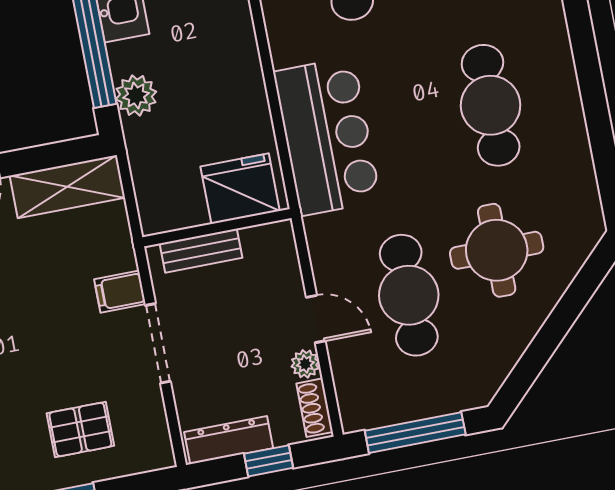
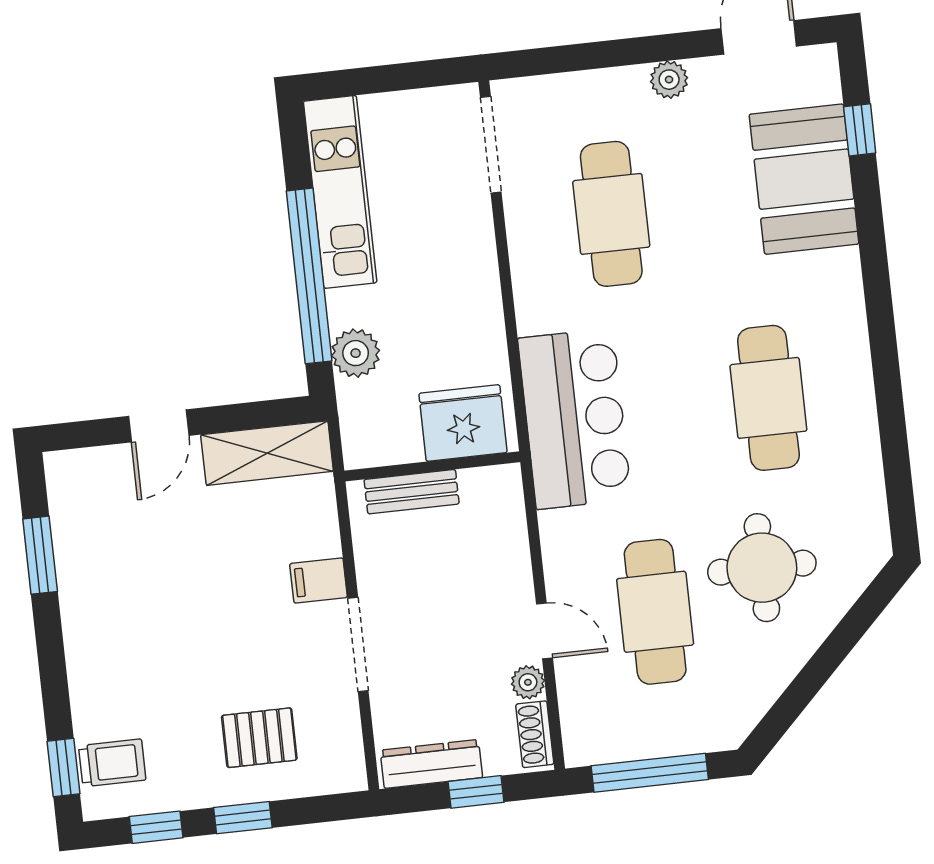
fridge: (240, 189) -> (463, 423), moved
wall: (217, 228) -> (432, 466), moved
bench: (201, 251) -> (412, 492), moved

